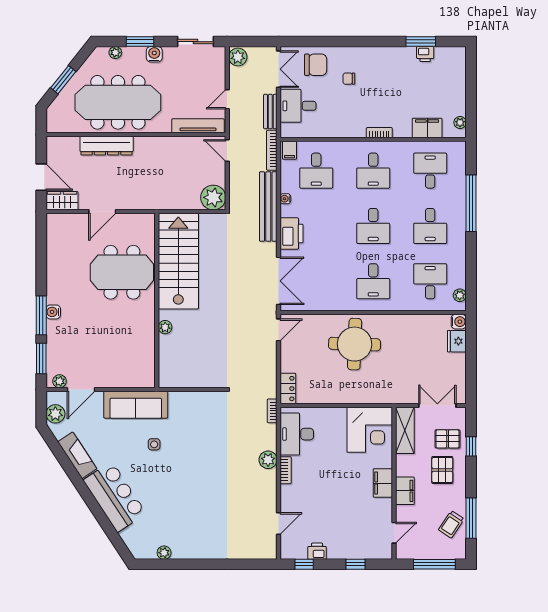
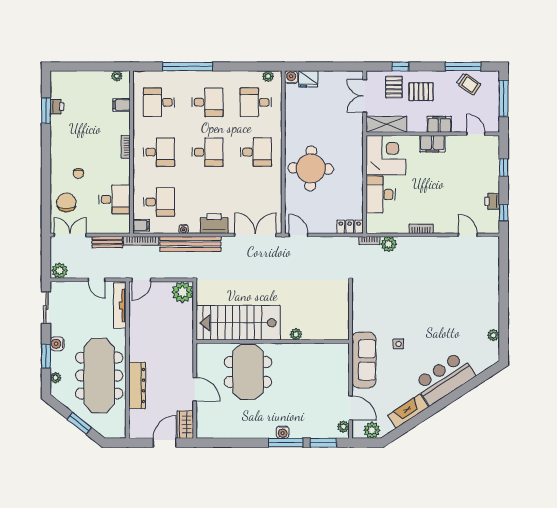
desk: (298, 106) -> (115, 199), moved, turned -90
filing cabinet: (427, 128) -> (122, 105), width x0.50
desk: (297, 434) -> (381, 194), moved, turned 90
plant: (268, 460) -> (389, 244), moved

